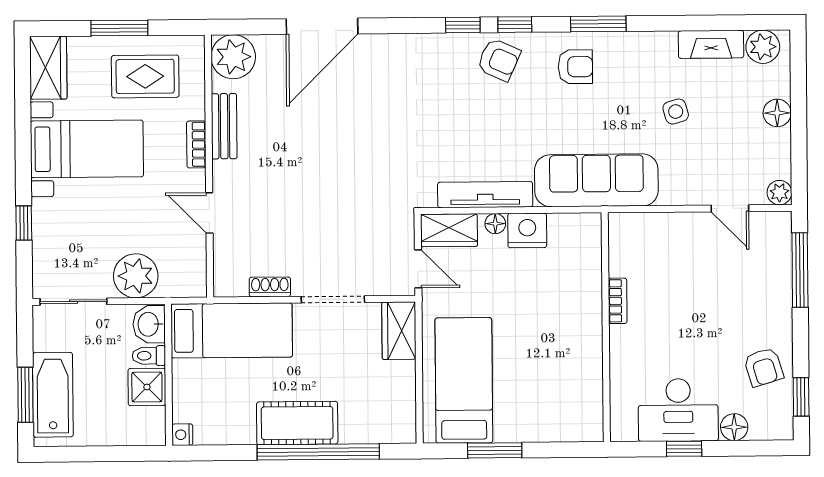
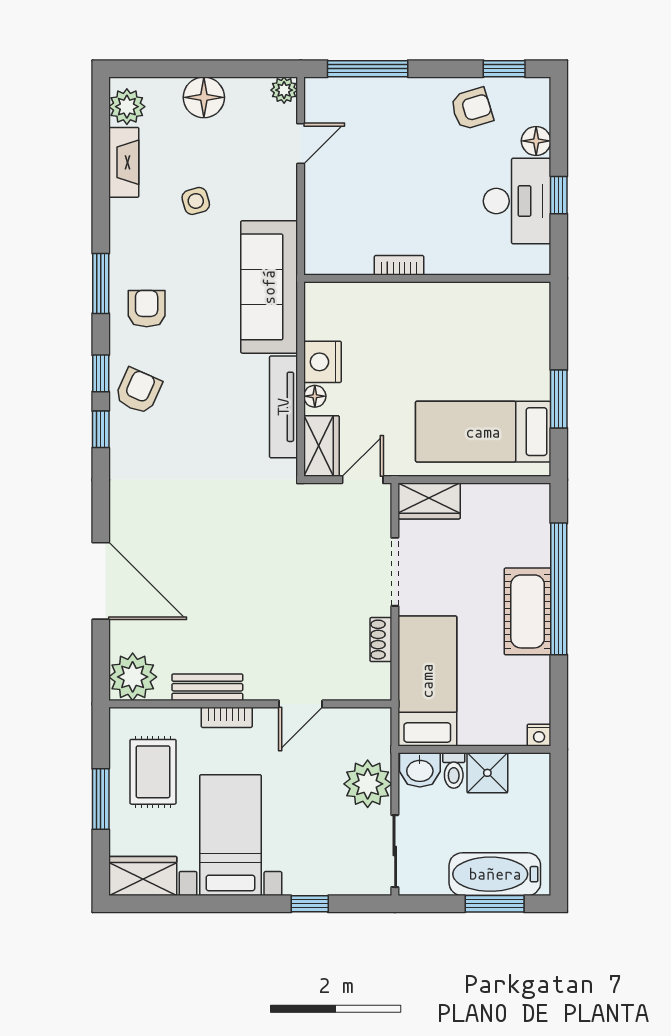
floor lamp: (777, 113) -> (204, 97), width x1.38, depth x1.38

